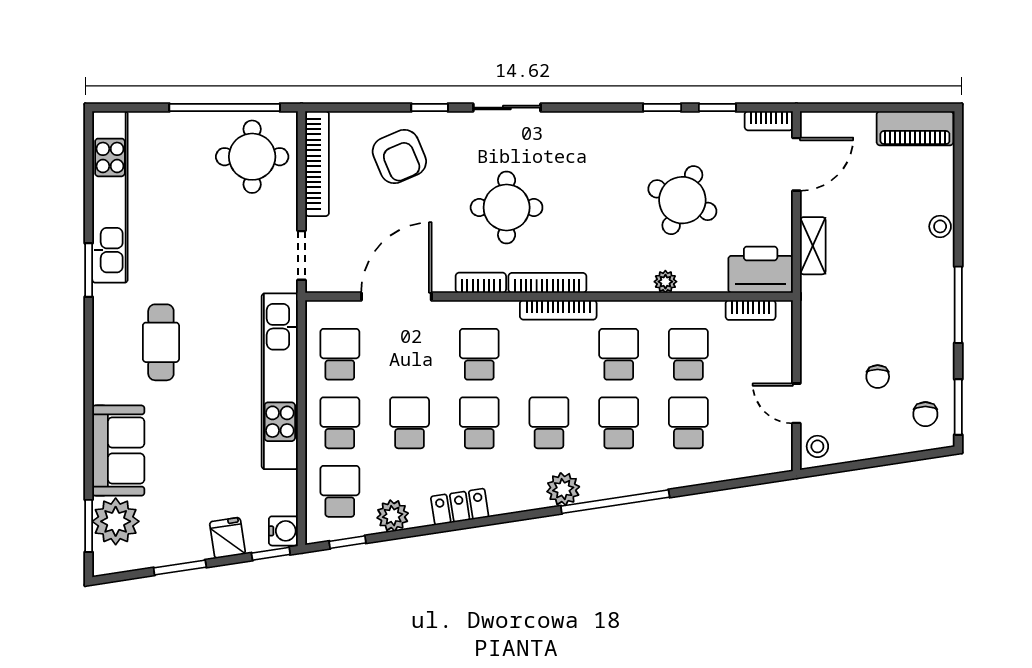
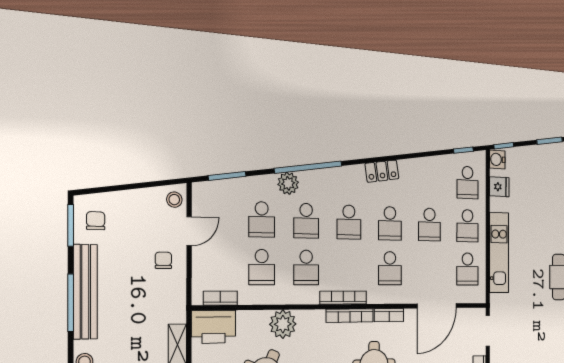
plant: (665, 282) -> (283, 324), width x1.87, depth x1.87
bench: (939, 319) -> (85, 292), added
chair: (878, 377) -> (163, 260), moved
kitchen unit: (280, 381) -> (499, 253), width x0.73
door: (796, 403) -> (189, 231), hinge flipped
window: (741, 483) -> (227, 176), added
plant: (563, 489) -> (288, 183), moved
locker: (460, 507) -> (382, 171), moved
plant: (393, 516) -> (439, 165), removed
fridge: (227, 538) -> (499, 187), moved, turned -81

